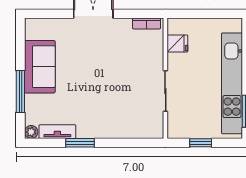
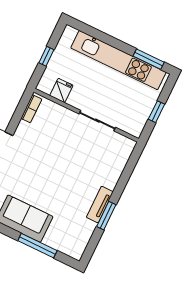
window: (203, 14) -> (46, 56), added
plant: (31, 132) -> (77, 253), removed
tv unit: (57, 132) -> (100, 204), moved

